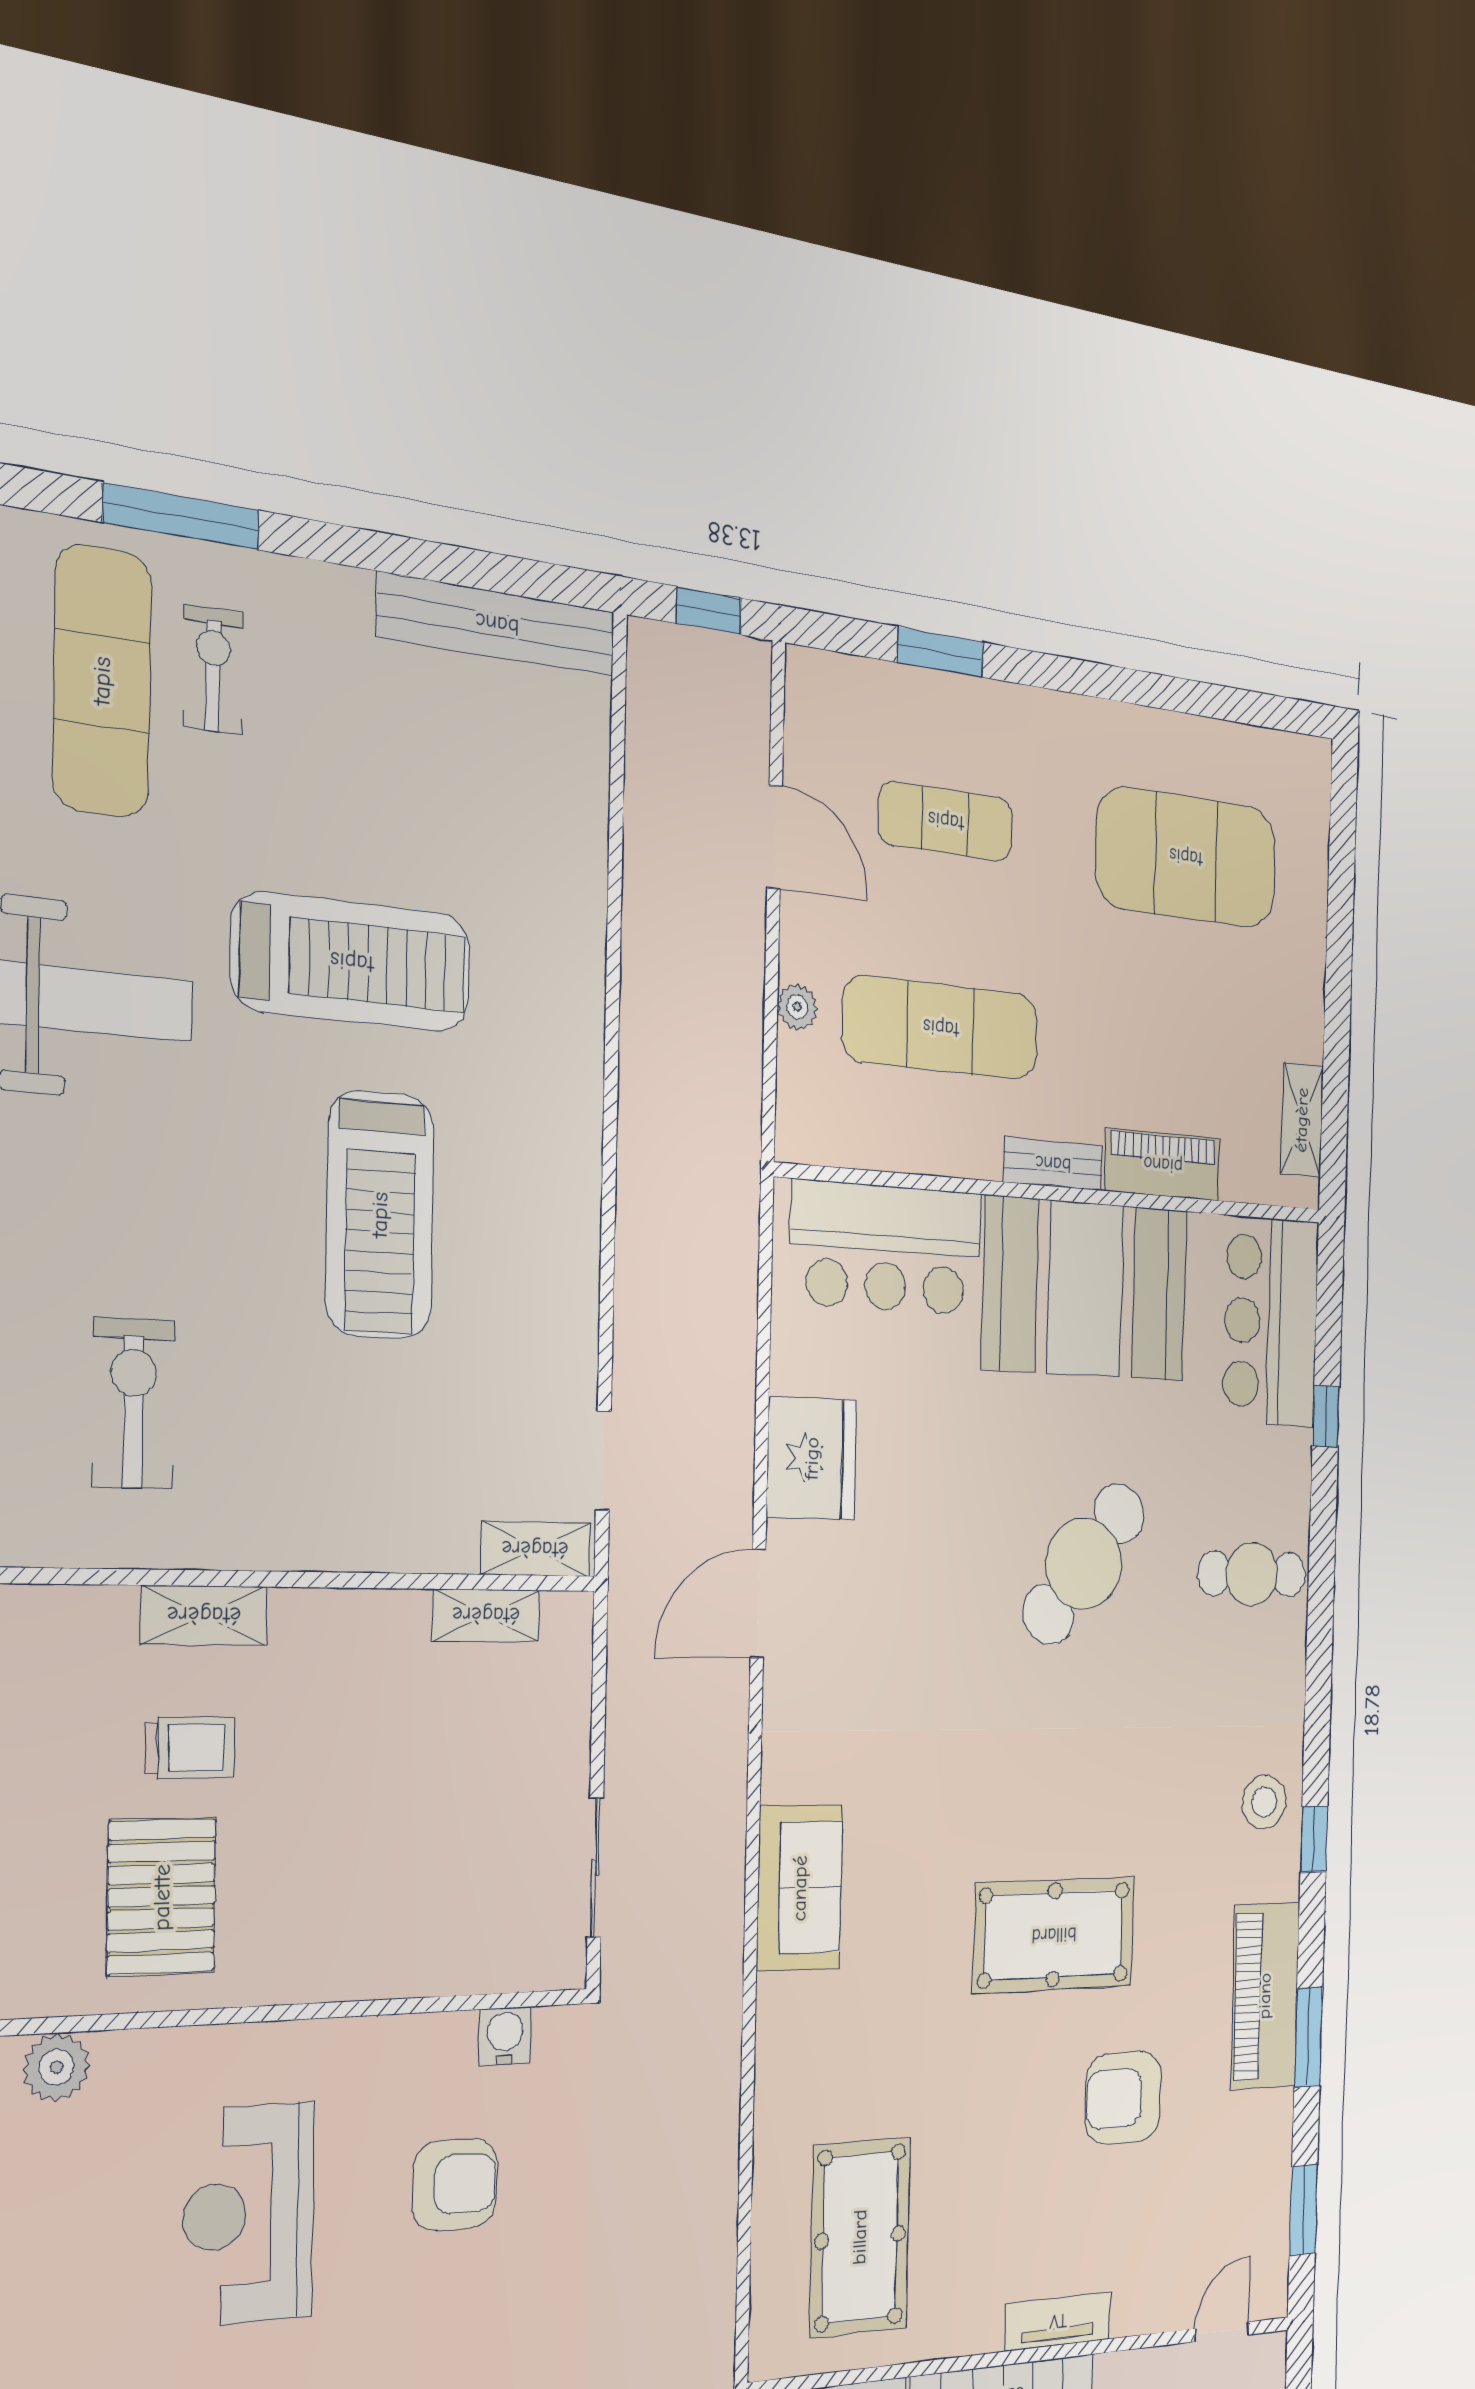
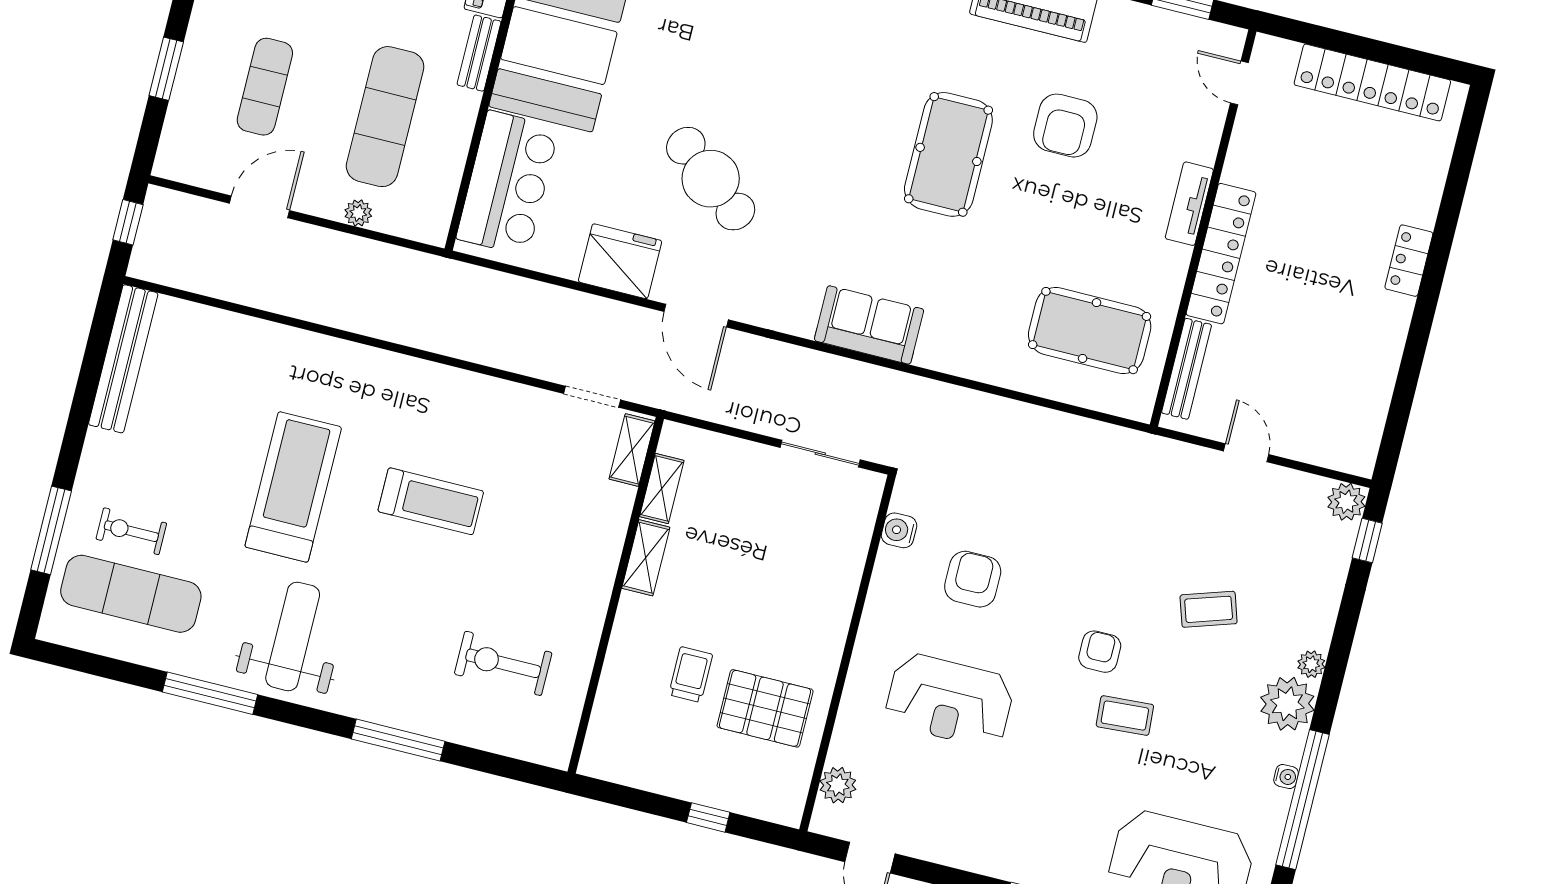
treadmill: (380, 1215) -> (431, 501), width x0.73, depth x0.73
cafe table: (1084, 1564) -> (711, 179), moved
shelving: (204, 1615) -> (646, 558), moved

